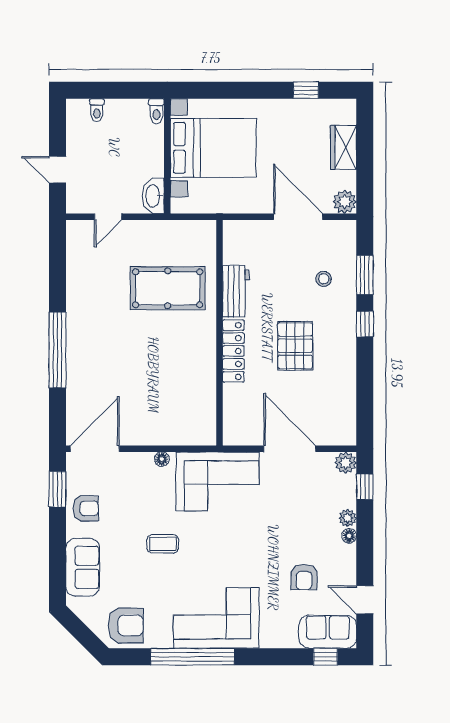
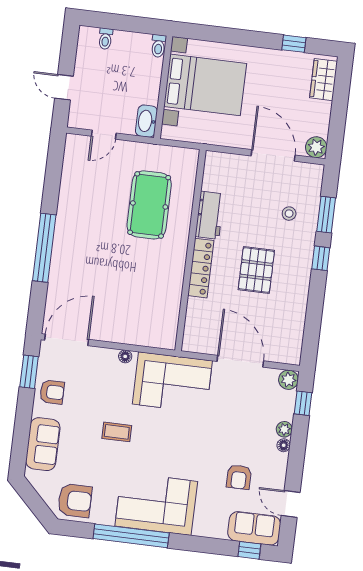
wardrobe: (344, 147) -> (324, 80), moved
pool table: (168, 288) -> (149, 205), turned 90

